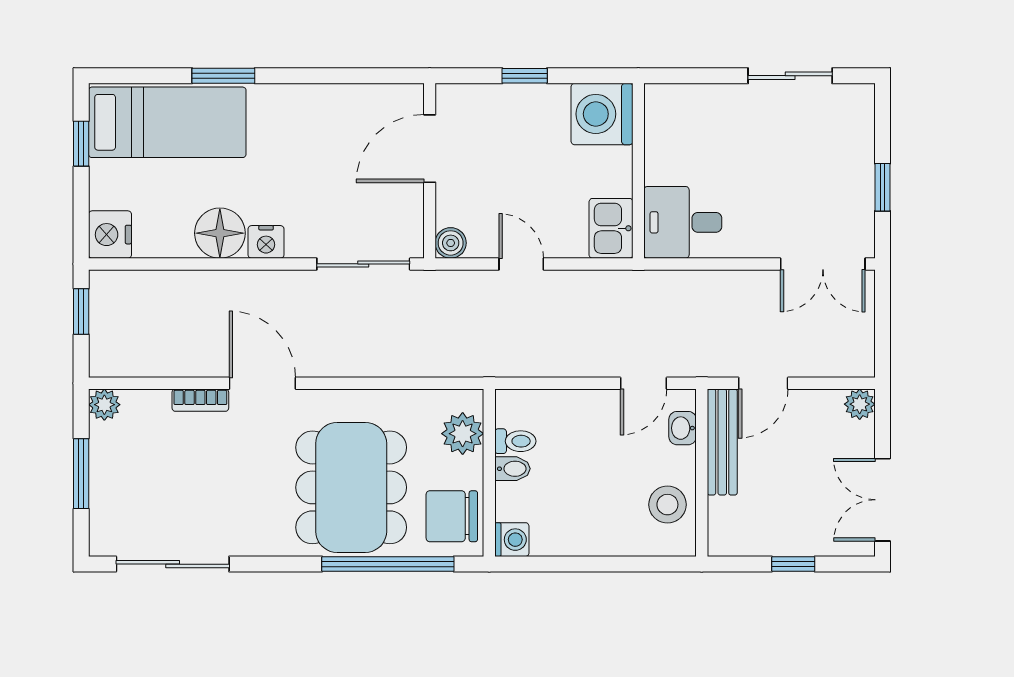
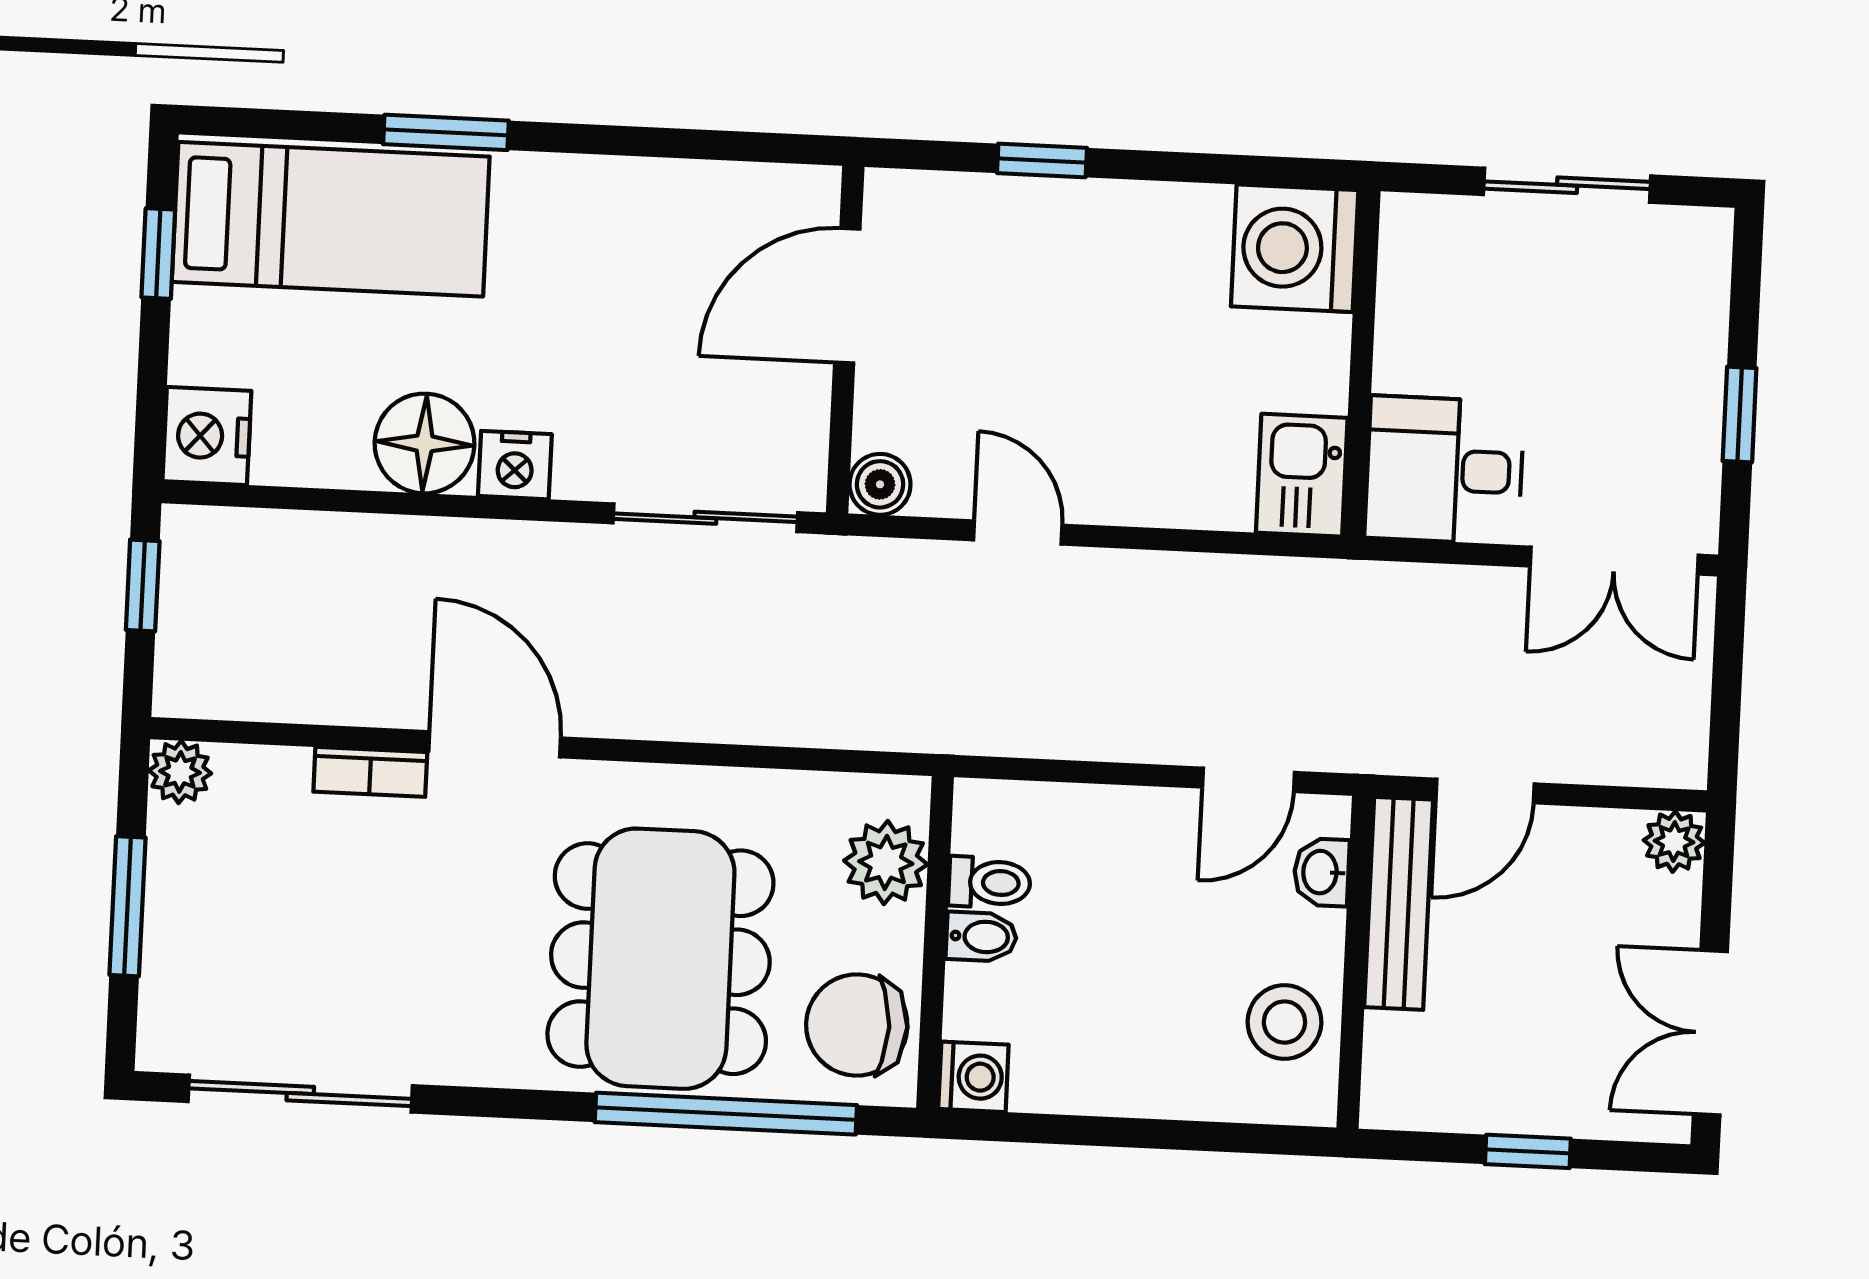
washing machine: (602, 114) -> (1295, 248), moved
wall: (638, 171) -> (1361, 364), moved
desk: (683, 222) -> (1444, 470), moved
kitchen sink: (611, 228) -> (1302, 475), moved

